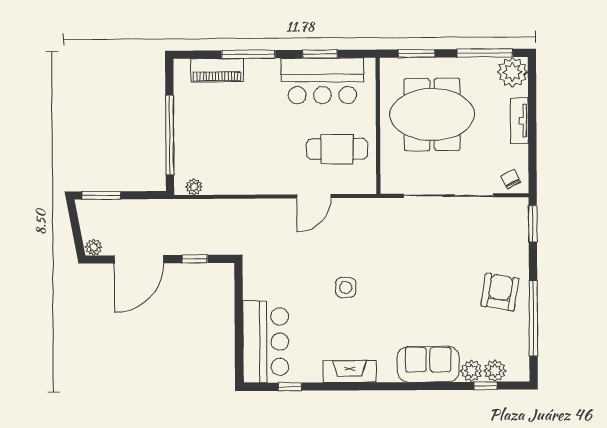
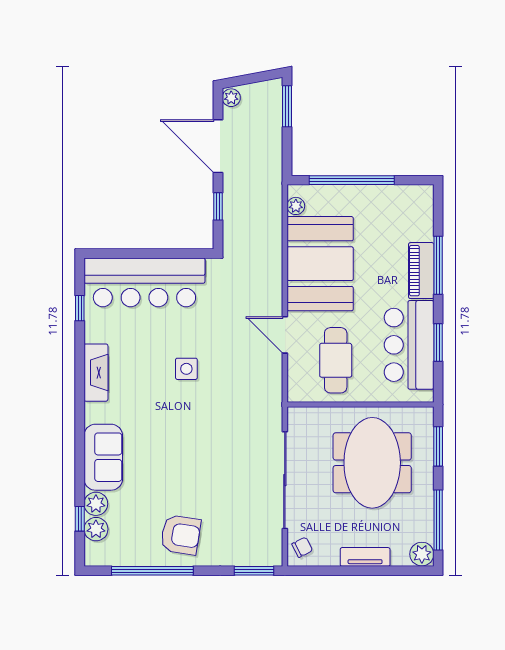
piano: (217, 70) -> (421, 271), moved
plant: (513, 72) -> (422, 554), width x0.73, depth x0.73
booth: (247, 164) -> (320, 264), added
bar counter: (266, 342) -> (144, 282), width x1.36

